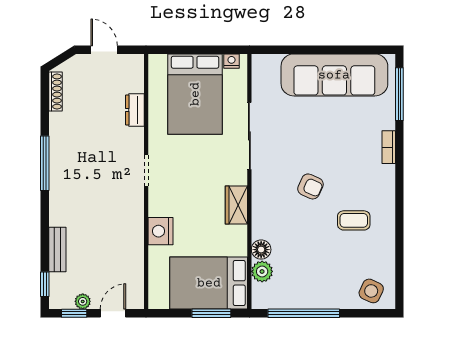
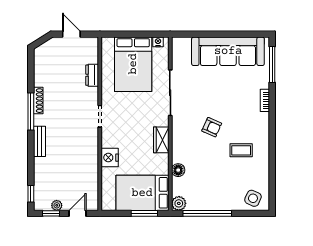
shoe rack: (55, 92) -> (38, 101), moved
bench: (57, 250) -> (40, 141), moved
plant: (262, 271) -> (179, 203), moved

